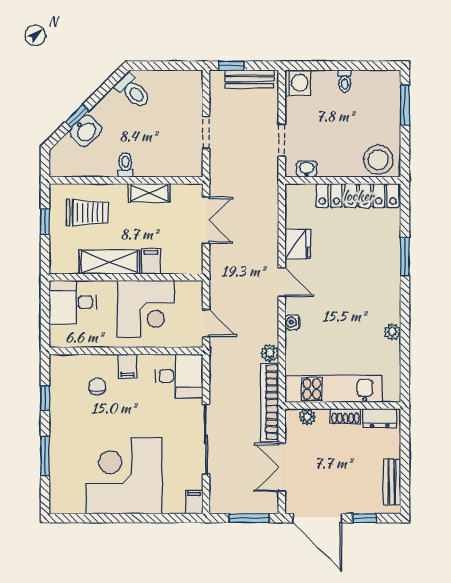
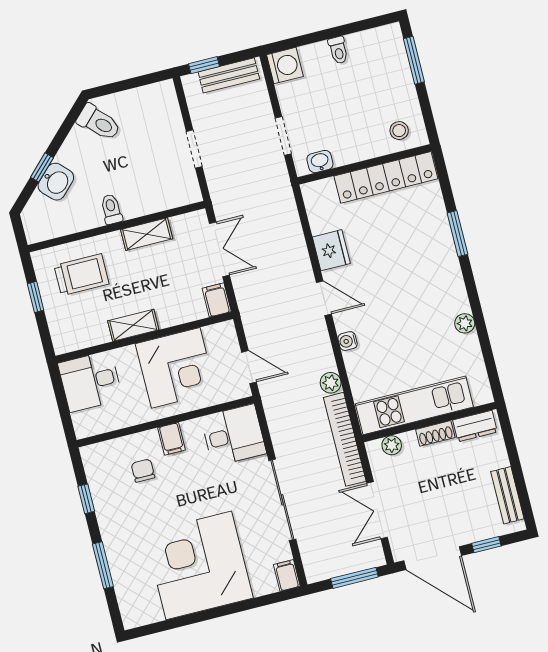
stool: (378, 160) -> (399, 131), width x0.53, depth x0.53
filing cabinet: (151, 261) -> (217, 300), moved
shelving: (109, 262) -> (133, 325), width x0.67, depth x0.75

